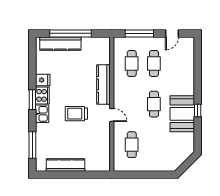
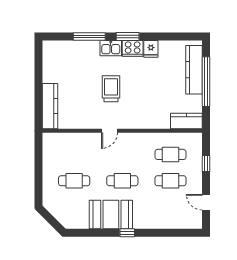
window: (139, 33) -> (206, 164), width x0.46
kitchen counter: (103, 84) -> (186, 121), moved, width x0.67
window: (198, 111) -> (127, 233), moved
window: (32, 145) -> (89, 37), moved
cafe table: (132, 145) -> (74, 181), moved
kitchen counter: (66, 165) -> (50, 106), moved

